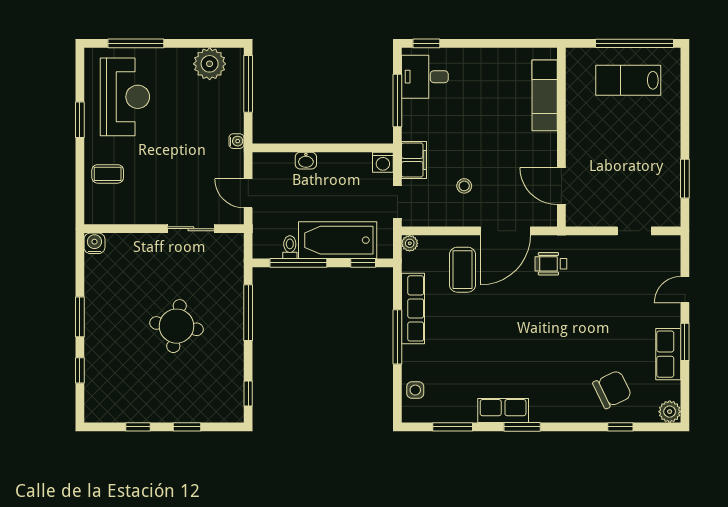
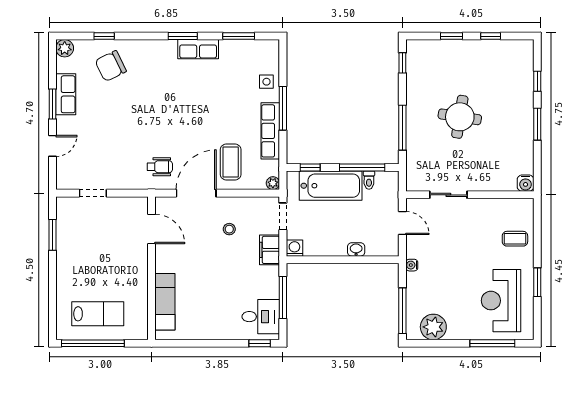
side table: (415, 390) -> (266, 82), moved

